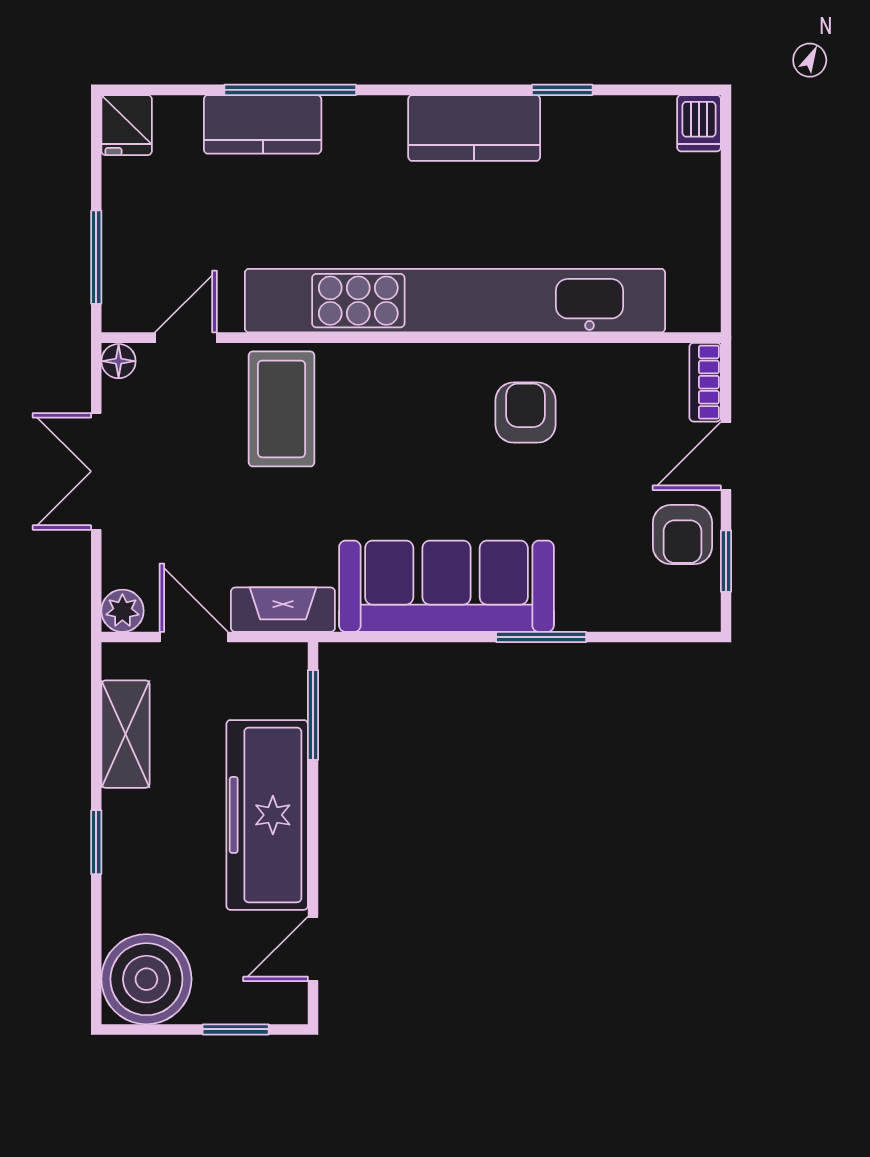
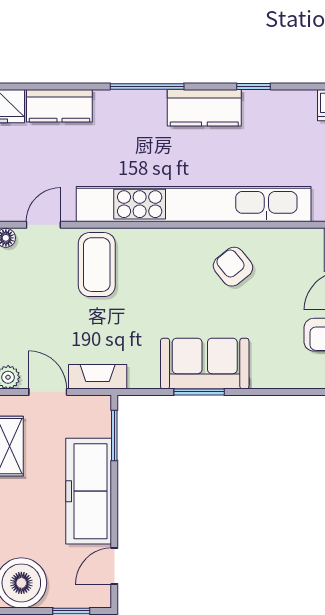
window: (290, 90) -> (147, 86), moved
kitchen counter: (263, 124) -> (59, 106), moved
armchair: (526, 413) -> (233, 267), turned -39
sofa: (446, 586) -> (205, 364), width x0.73
window: (541, 637) -> (199, 392), moved

